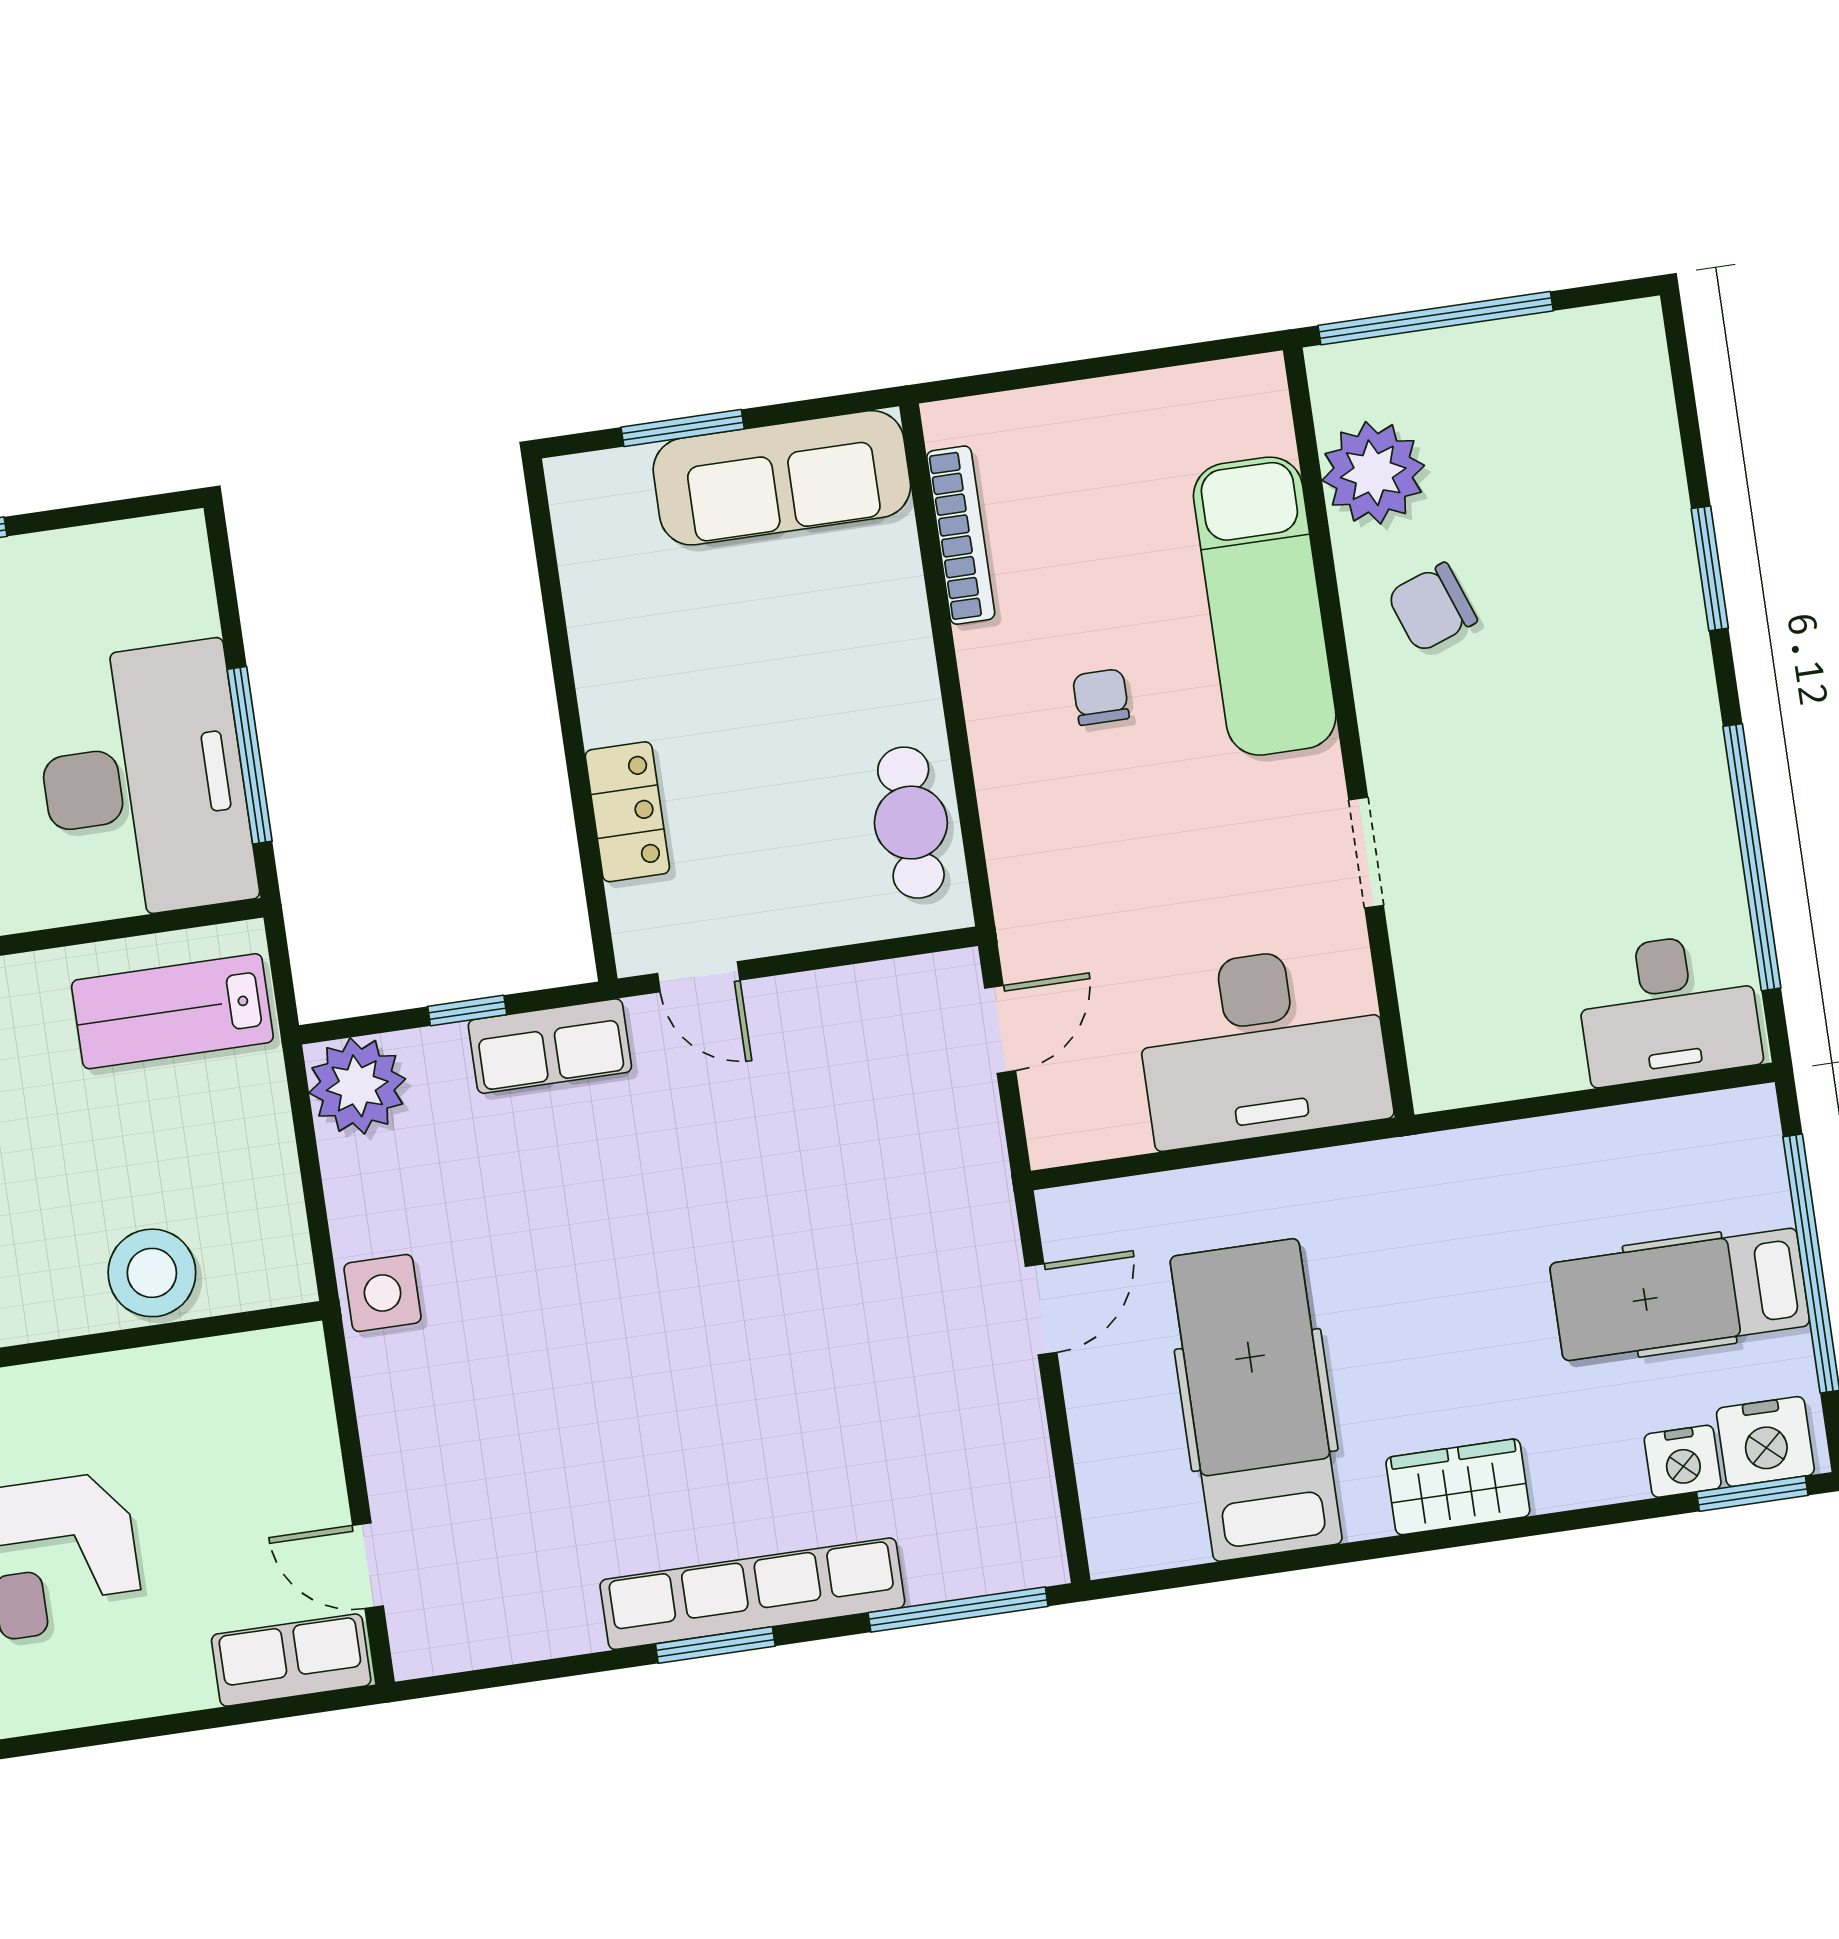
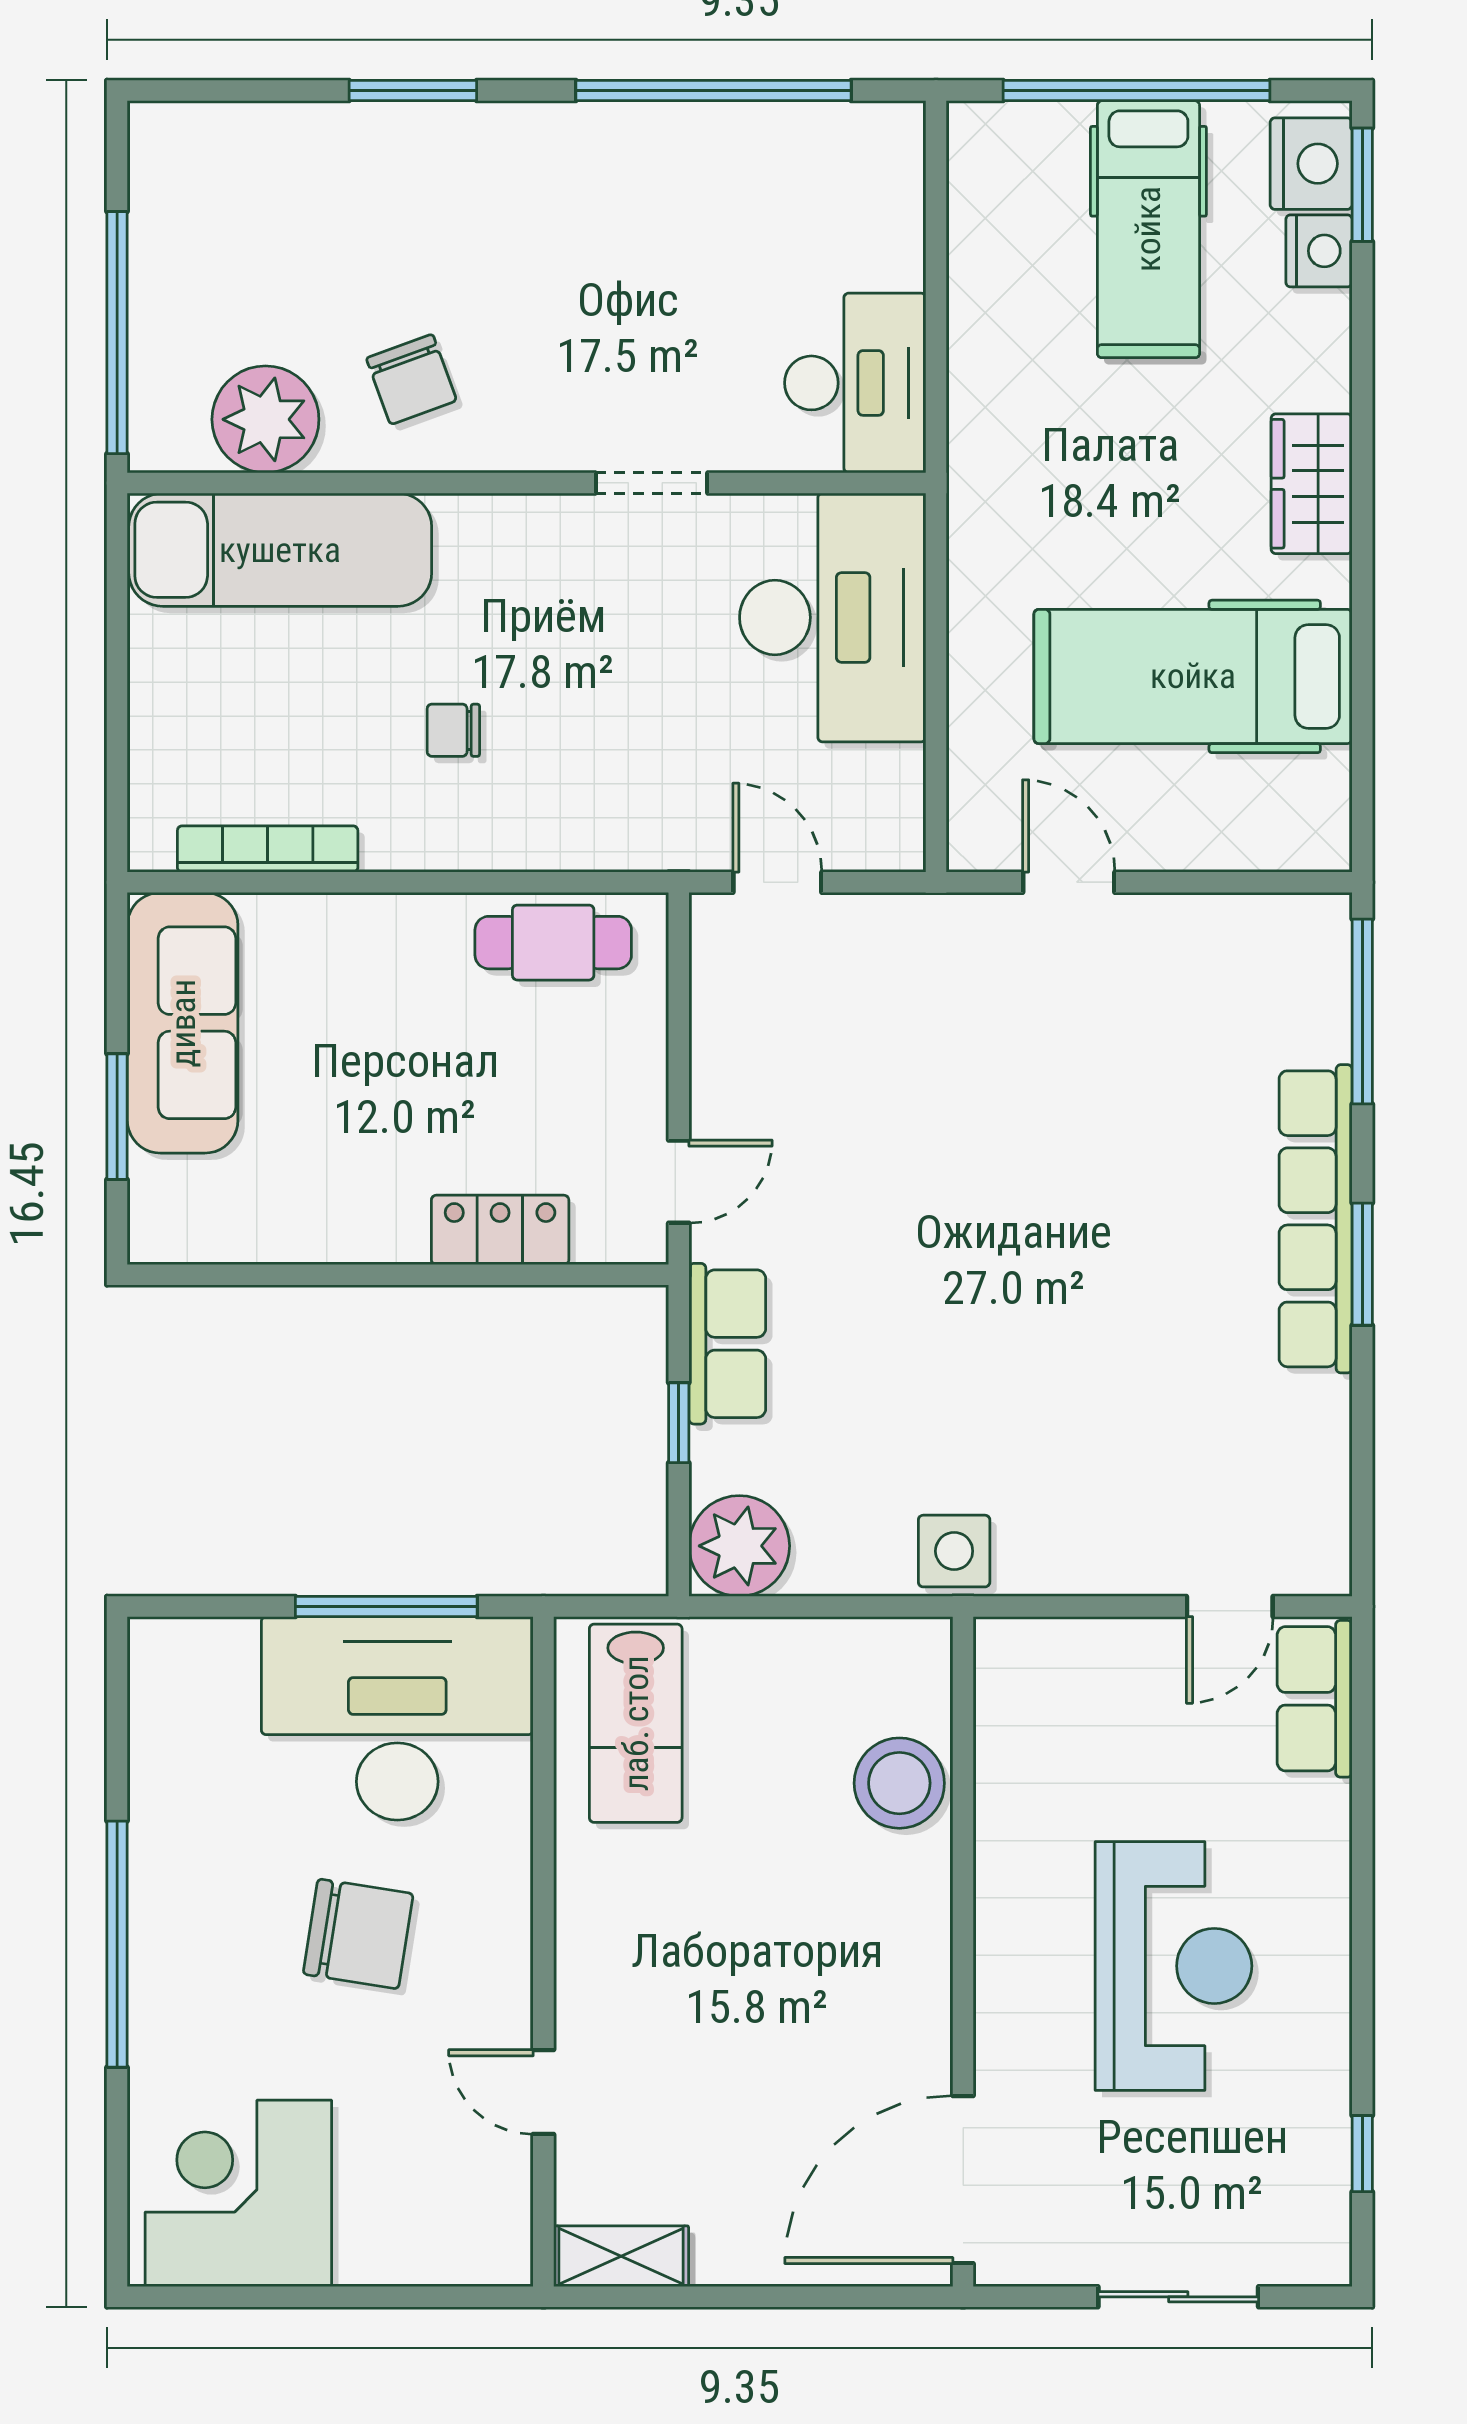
exam couch: (1265, 606) -> (280, 550), moved
desk: (1668, 1008) -> (855, 383), moved

